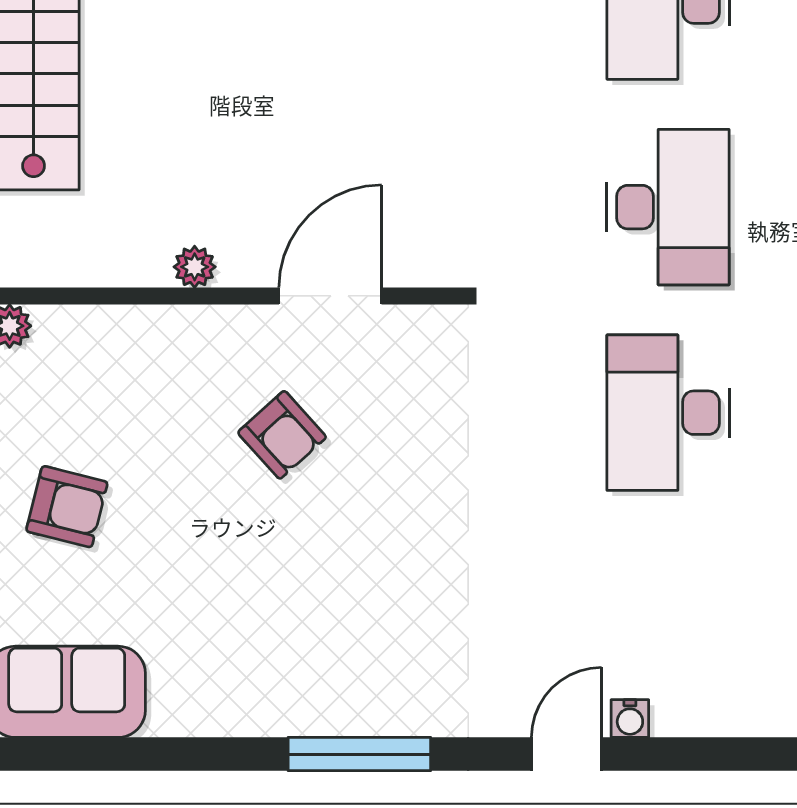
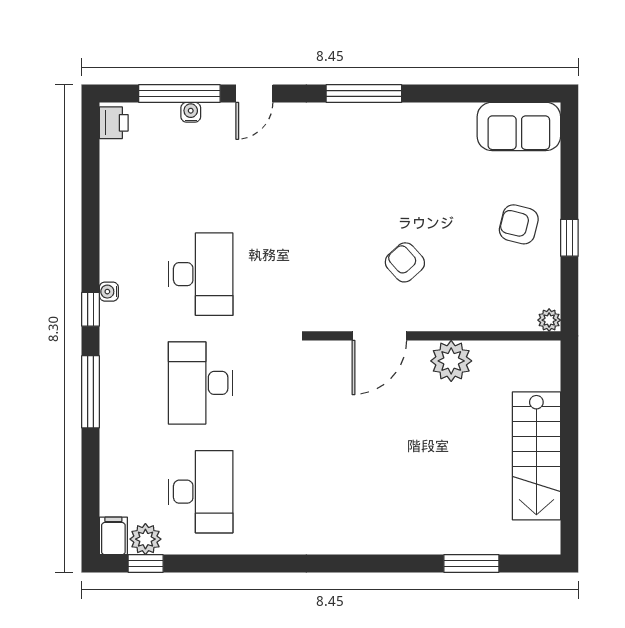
plant: (195, 267) -> (451, 361), width x1.87, depth x1.87
water cooler: (630, 719) -> (191, 112), moved
window: (708, 754) -> (179, 93), added

